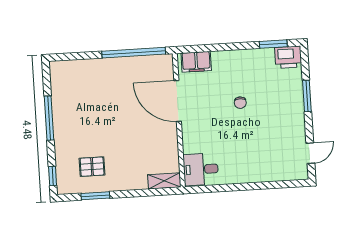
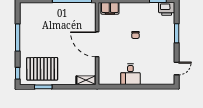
door: (178, 101) -> (97, 44), moved
pallet: (92, 167) -> (42, 69), width x2.05, depth x2.00
desk: (201, 169) -> (130, 74), moved, turned -90

